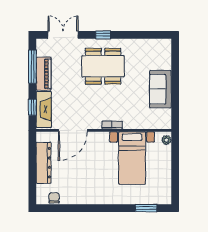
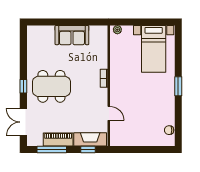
dining table: (103, 66) -> (51, 86), turned 90
door: (73, 130) -> (109, 113), width x0.53
bed with nightstands: (132, 158) -> (154, 49), moved, turned 90
dresser: (44, 163) -> (138, 139), removed
window: (146, 208) -> (178, 86), moved

